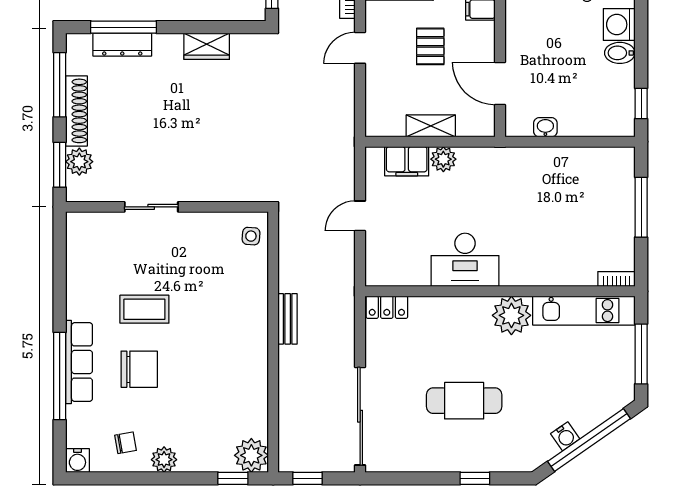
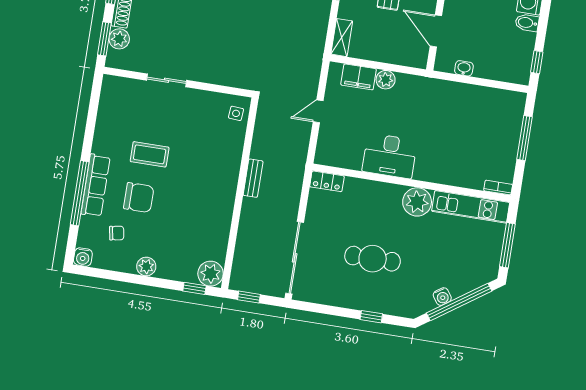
shelving: (431, 126) -> (342, 38), moved, turned 90
chair: (126, 443) -> (117, 233), moved

